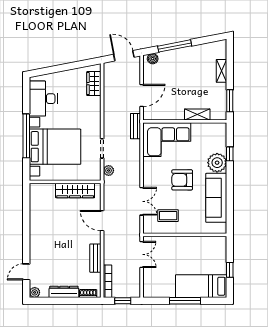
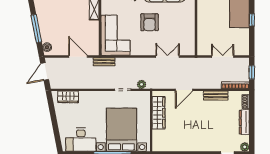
coffee table: (168, 216) -> (180, 34), removed
double door: (142, 254) -> (223, 57), moved
window: (185, 301) -> (252, 20), width x0.46

